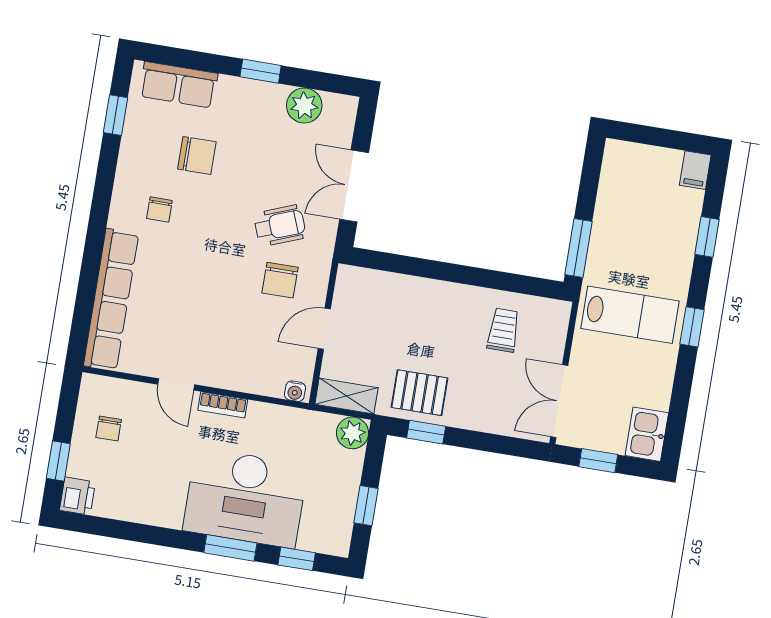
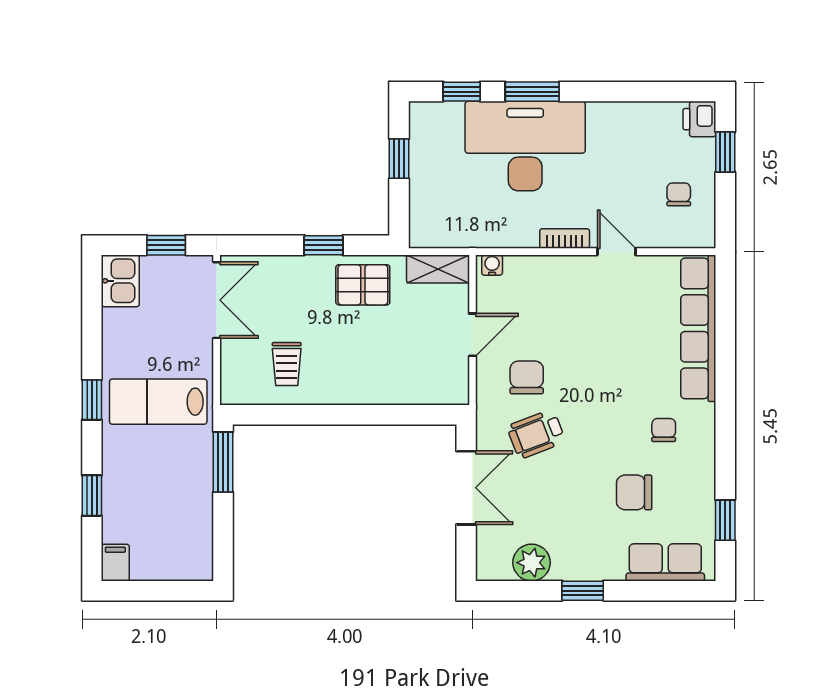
window: (426, 432) -> (323, 245), moved
plant: (353, 433) -> (425, 232), removed

